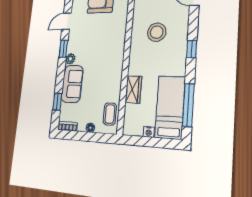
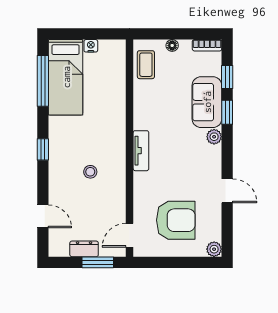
door: (67, 21) -> (227, 191), hinge flipped
stool: (157, 32) -> (90, 172), width x0.53, depth x0.53
window: (63, 49) -> (227, 112), moved
tv unit: (119, 49) -> (141, 151), added
wardrobe: (133, 89) -> (116, 97), removed

